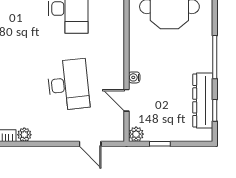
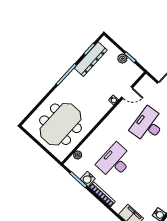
door: (126, 100) -> (127, 92), hinge flipped
plant: (136, 134) -> (122, 59), moved

